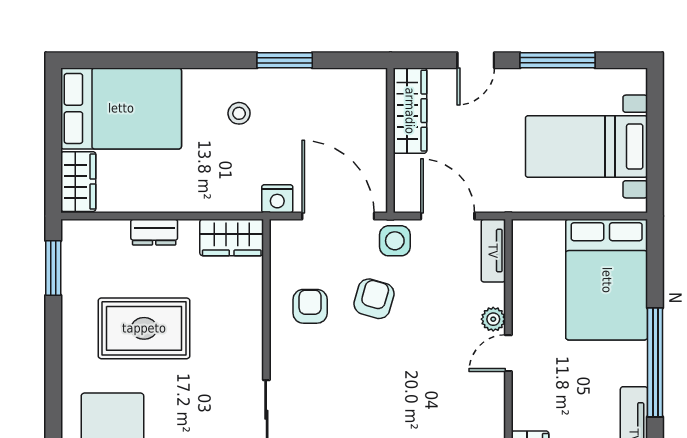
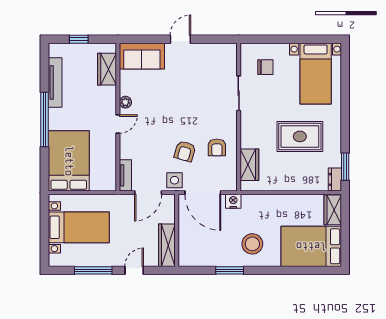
stool: (239, 113) -> (252, 244), width x1.89, depth x1.89
door: (448, 216) -> (148, 193), hinge flipped
dresser: (154, 232) -> (335, 179), moved, turned -90
wardrobe: (232, 237) -> (249, 165), moved, turned 90
plant: (493, 319) -> (125, 102), moved

